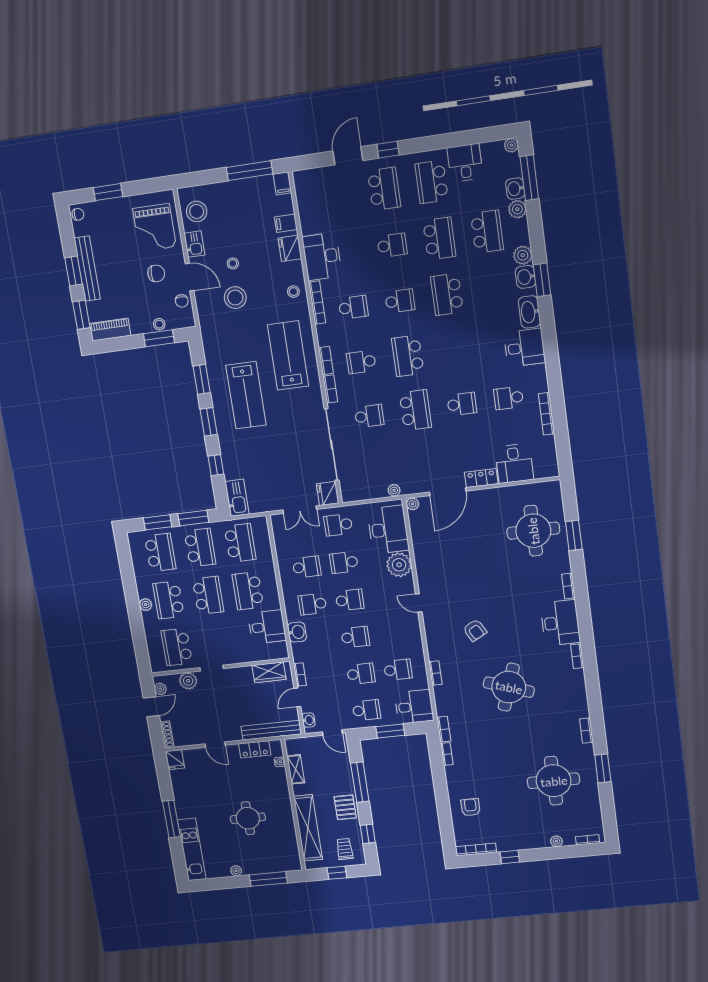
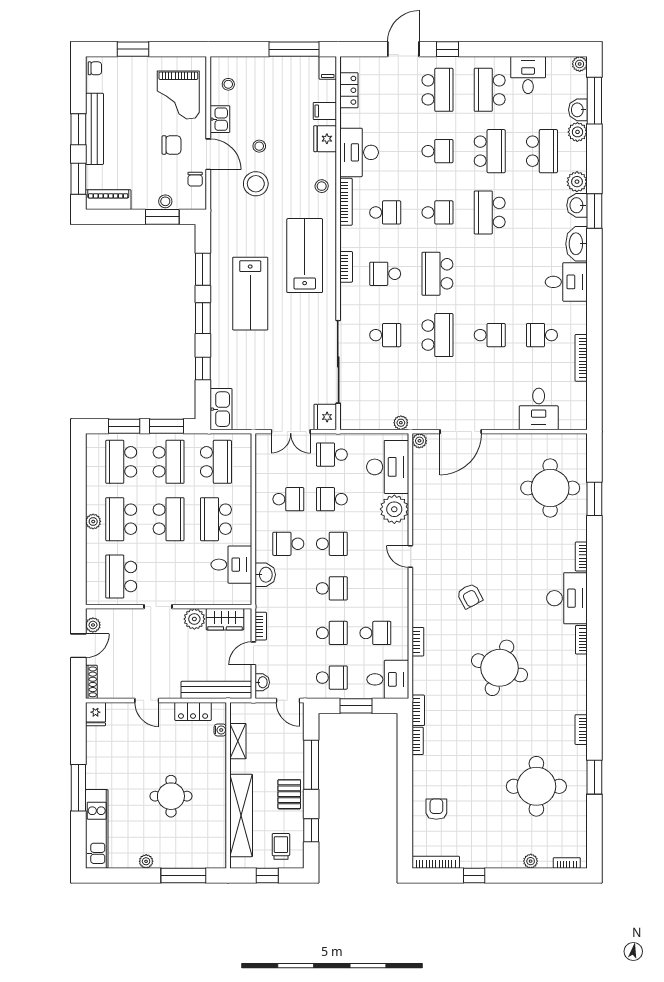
stool: (197, 211) -> (228, 84), width x0.53, depth x0.53
bookcase: (330, 389) -> (346, 299), removed
locker: (481, 478) -> (349, 90), moved, turned 90
school desk: (160, 552) -> (121, 462), turned 180
plant: (188, 681) -> (194, 619), moved

